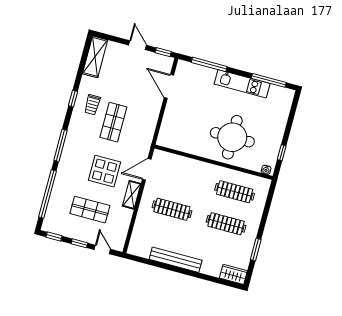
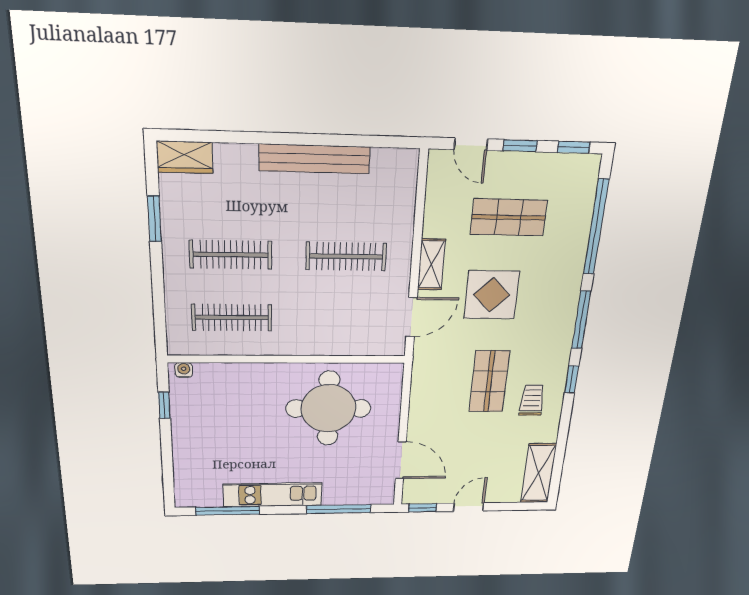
door: (138, 45) -> (469, 507), swing flipped
window: (73, 99) -> (572, 379), moved
round table: (232, 137) -> (328, 408), moved

